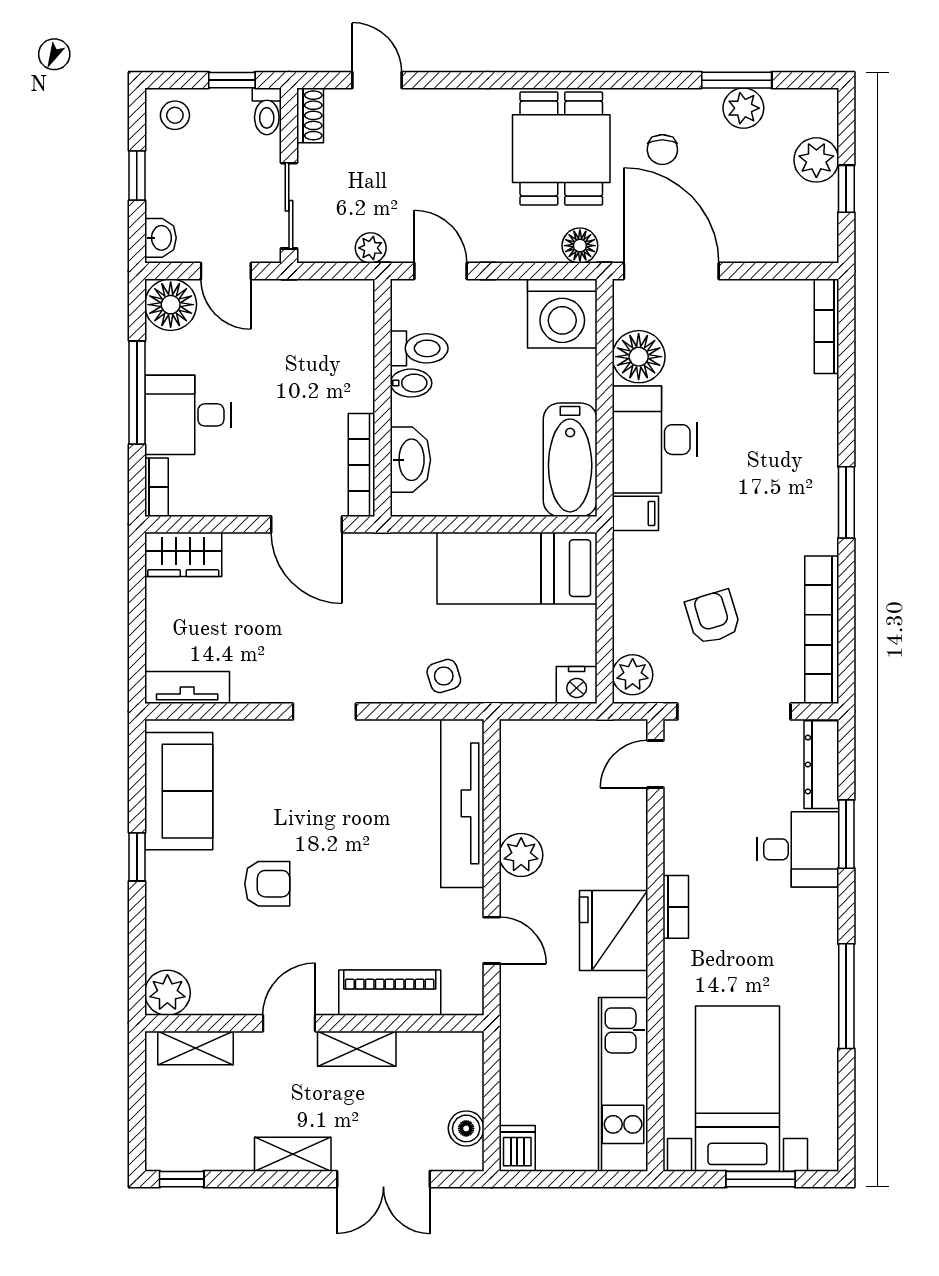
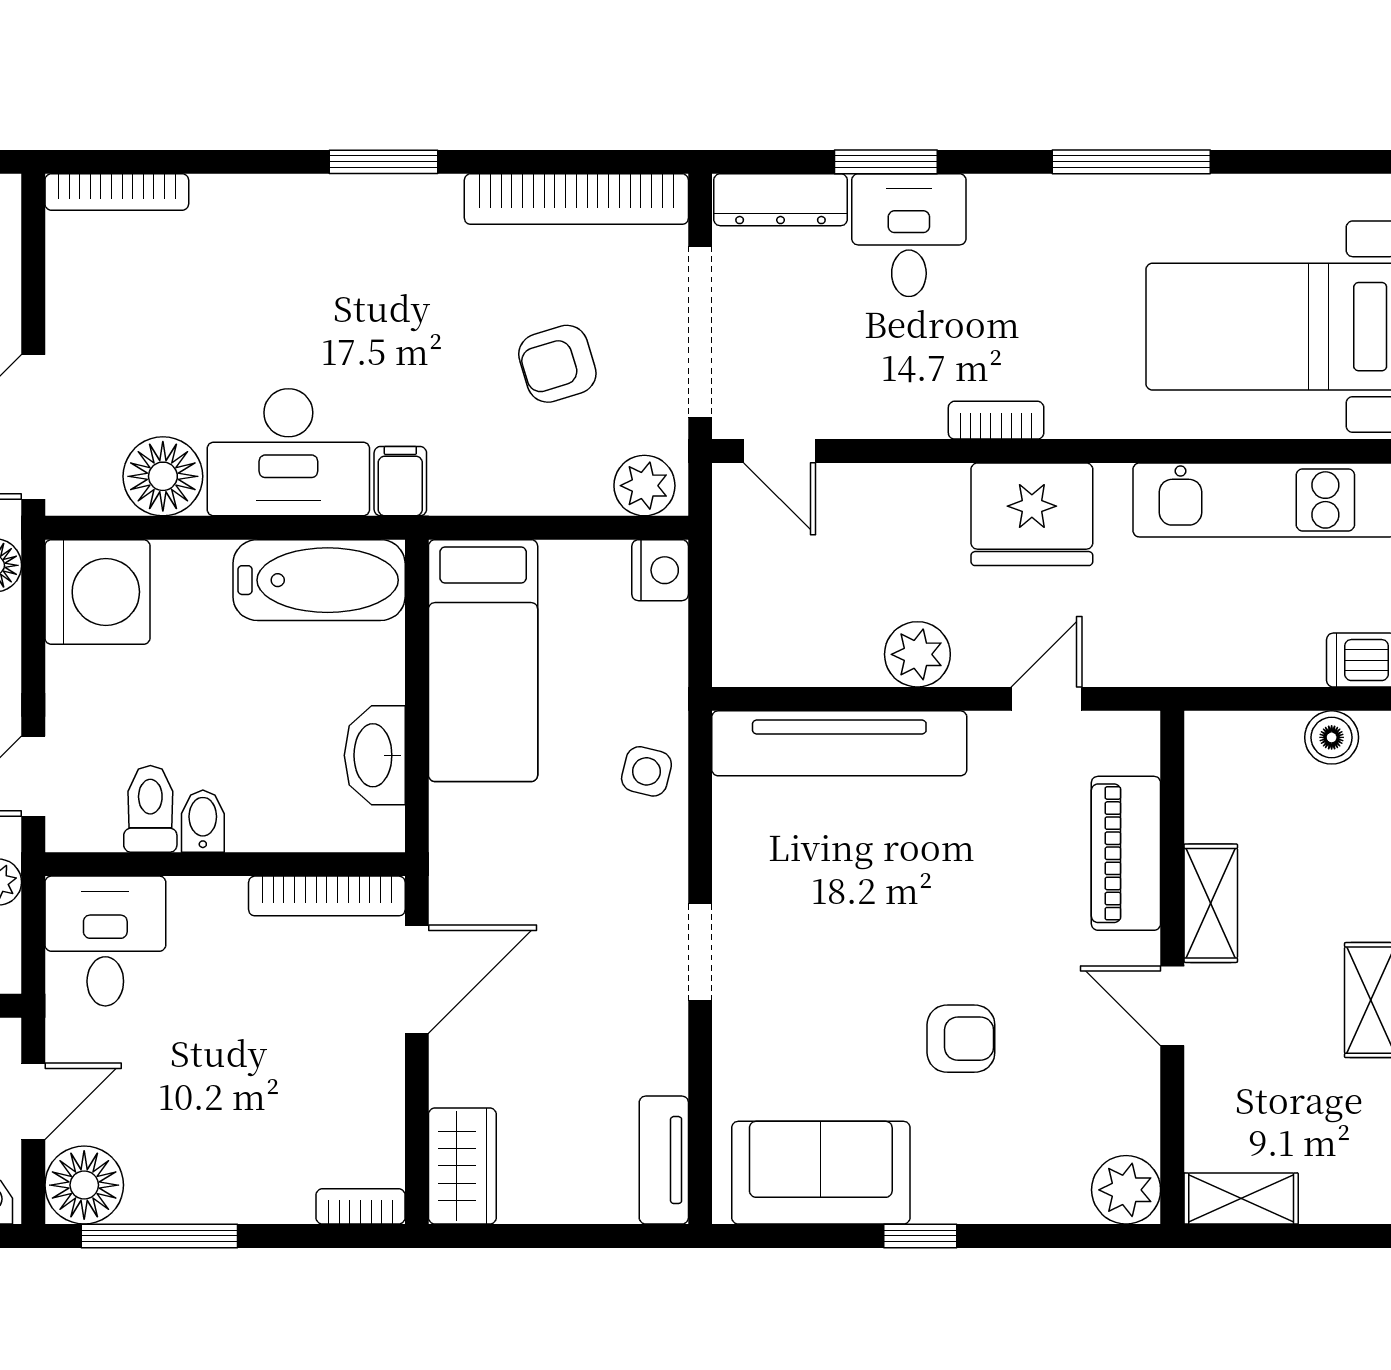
window: (137, 393) -> (159, 1236), moved
desk: (188, 415) -> (105, 941), moved, turned 180
washbasin: (410, 460) -> (375, 755), moved, turned -90
side table: (444, 676) -> (646, 771), turned 32
armchair: (267, 884) -> (961, 1039), turned 90
shelving: (196, 1048) -> (1241, 1198), moved, turned 90

